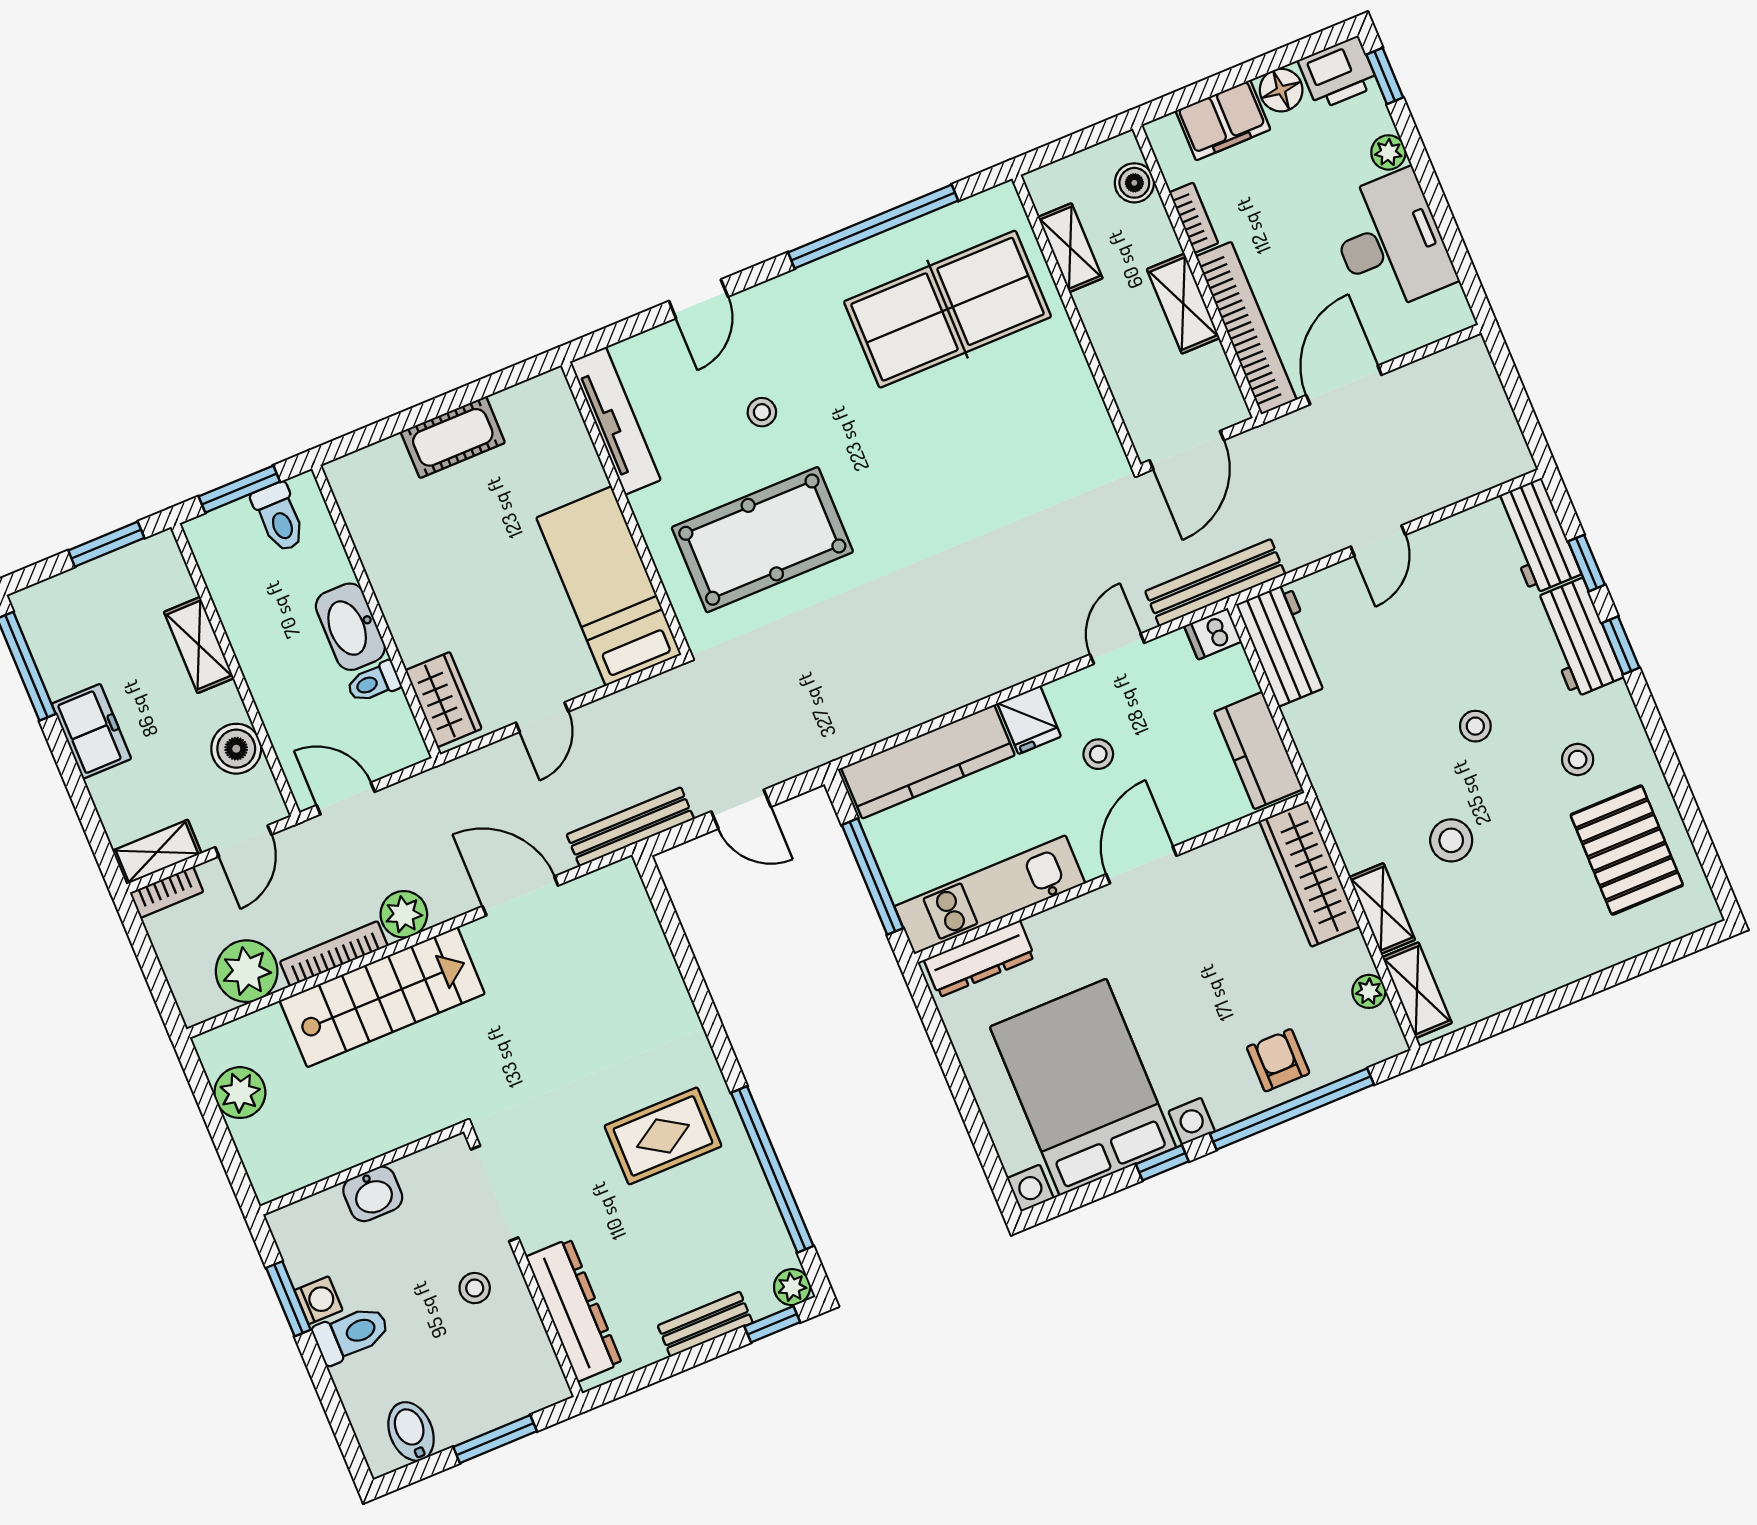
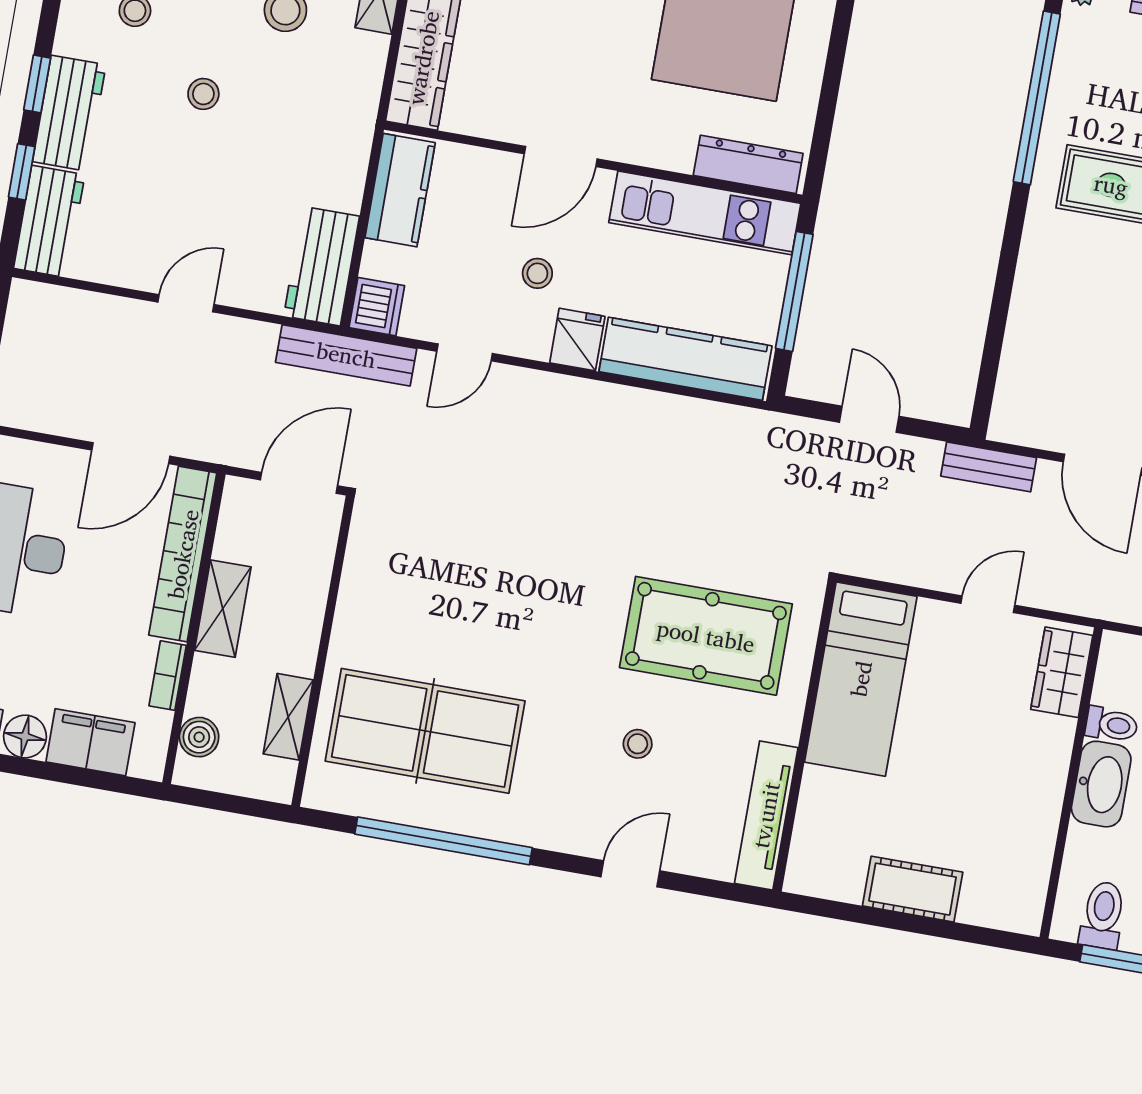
dishwasher: (1213, 634) -> (377, 307), width x1.38
bench: (630, 827) -> (989, 467), width x0.73

